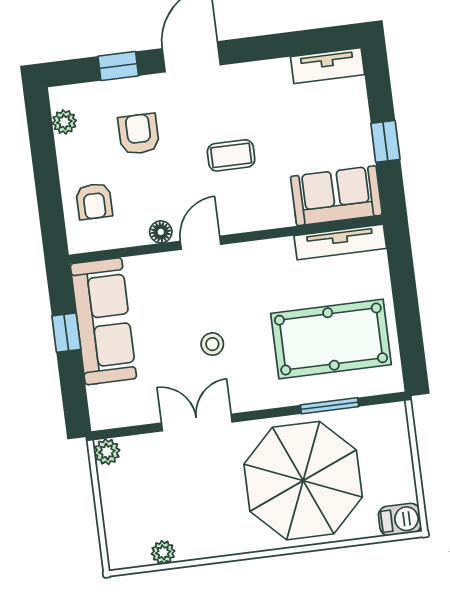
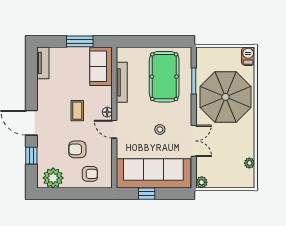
plant: (64, 122) -> (53, 178), width x1.88, depth x1.88
armchair: (139, 134) -> (77, 149), moved
window: (385, 141) -> (80, 41), width x1.50
floor lamp: (161, 232) -> (107, 112), moved
tv unit: (340, 242) -> (122, 82), moved
sofa: (103, 321) -> (153, 173), width x1.36, depth x1.27
double door: (197, 423) -> (194, 141), swing flipped

